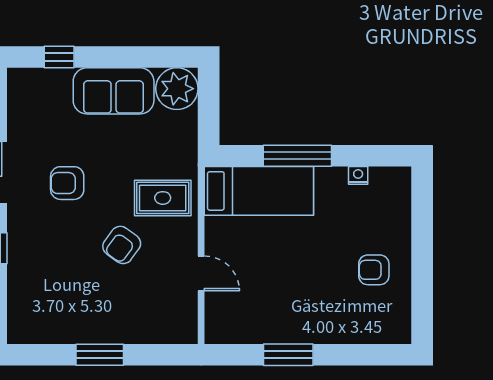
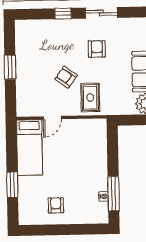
window: (297, 156) -> (113, 194), moved
bed: (259, 191) -> (29, 147), moved
window: (288, 355) -> (12, 185), moved

